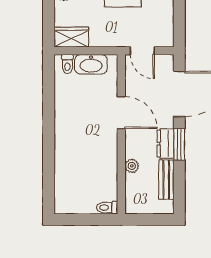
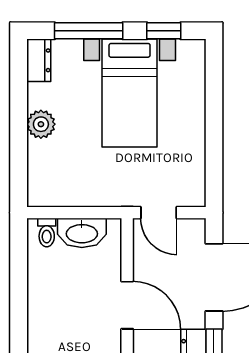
wardrobe: (71, 37) -> (53, 192), removed

